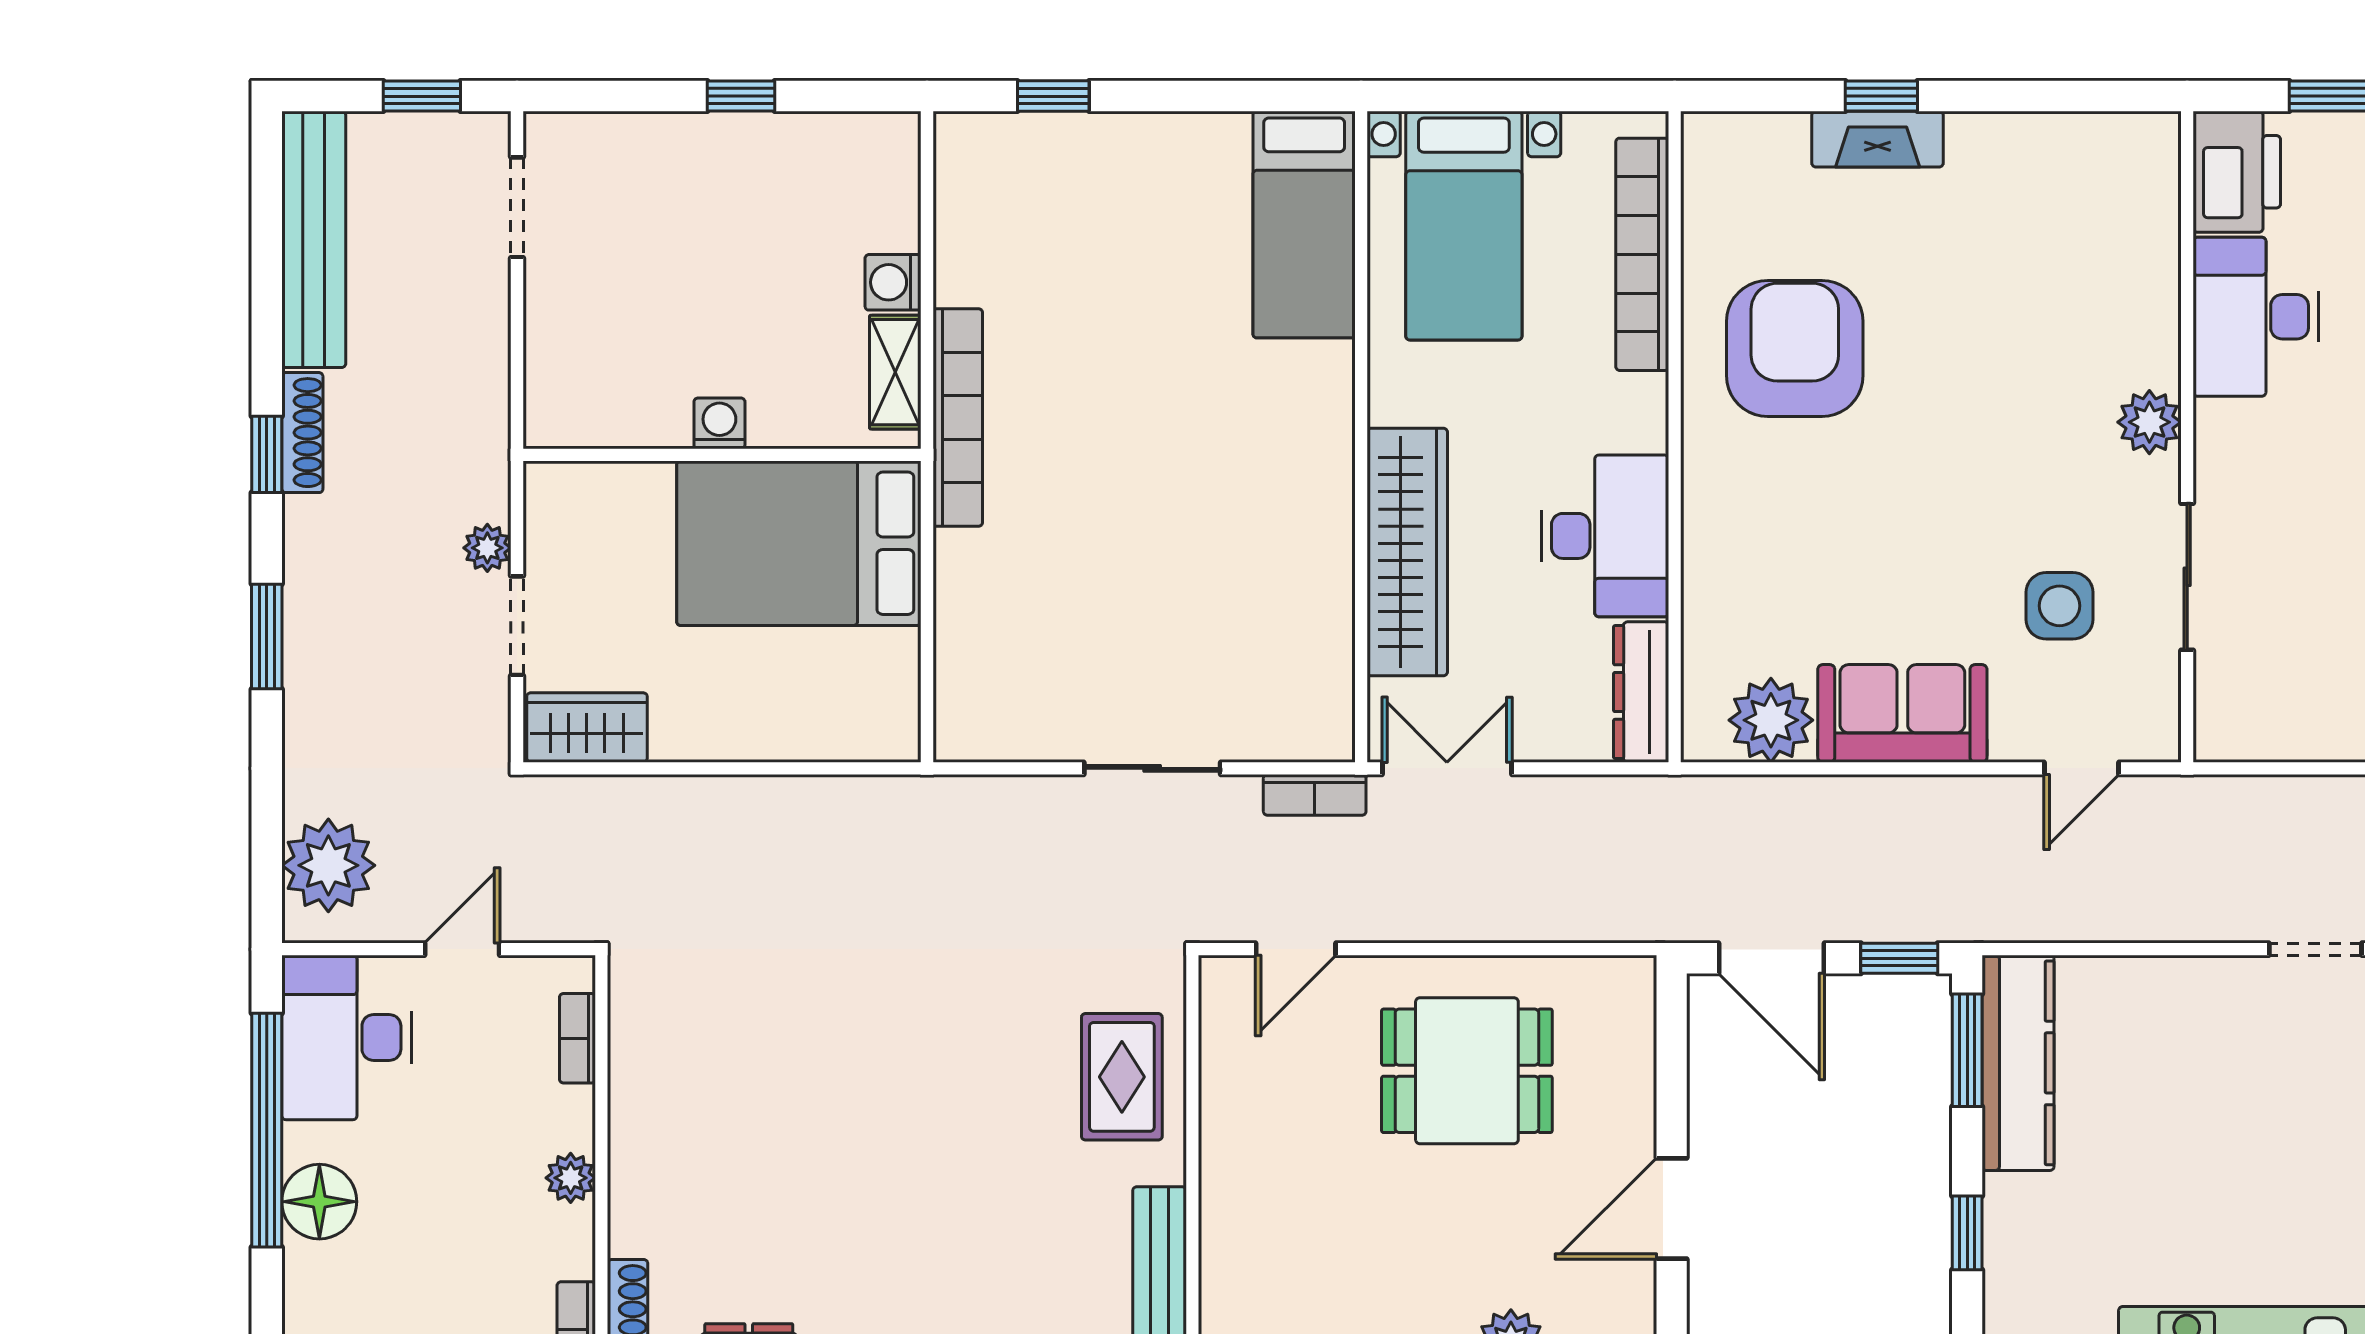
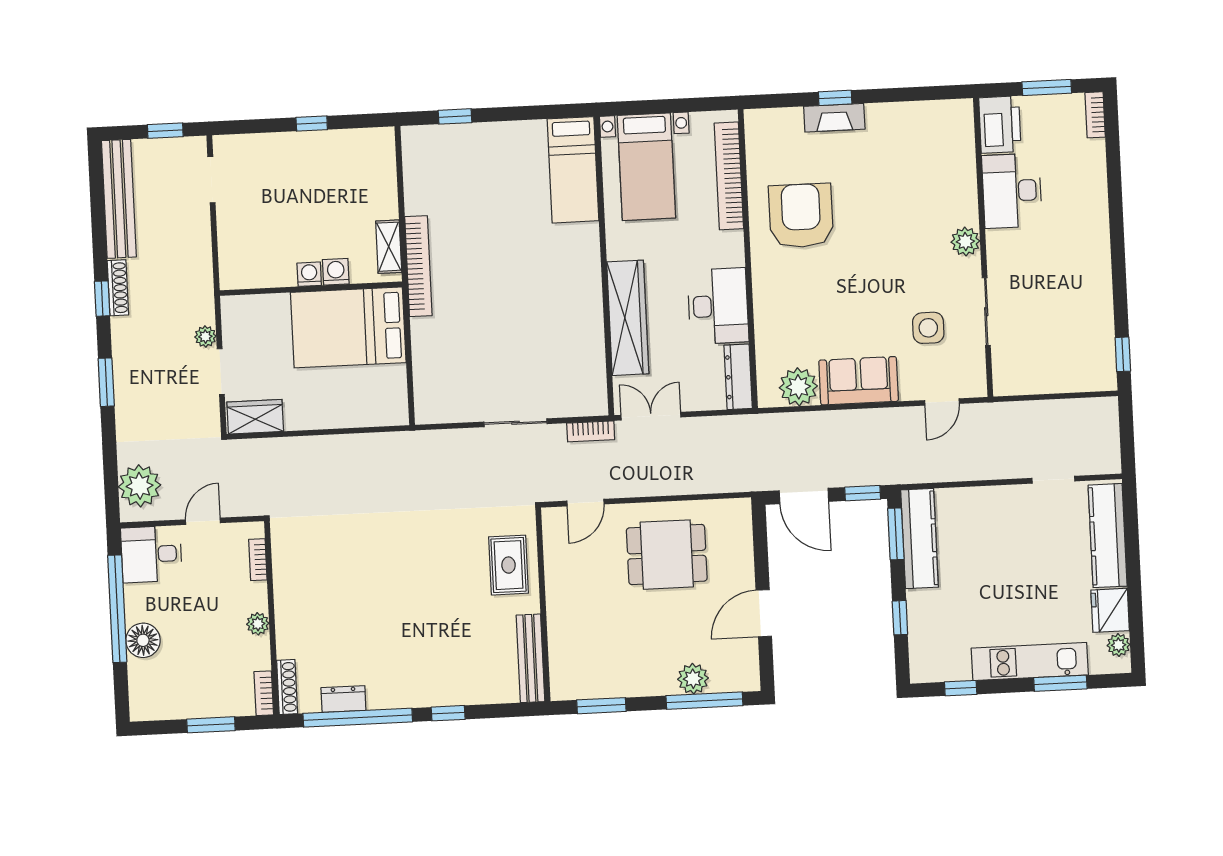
washing machine: (893, 282) -> (336, 272), moved, turned 90
desk: (347, 1038) -> (151, 554), width x0.73

